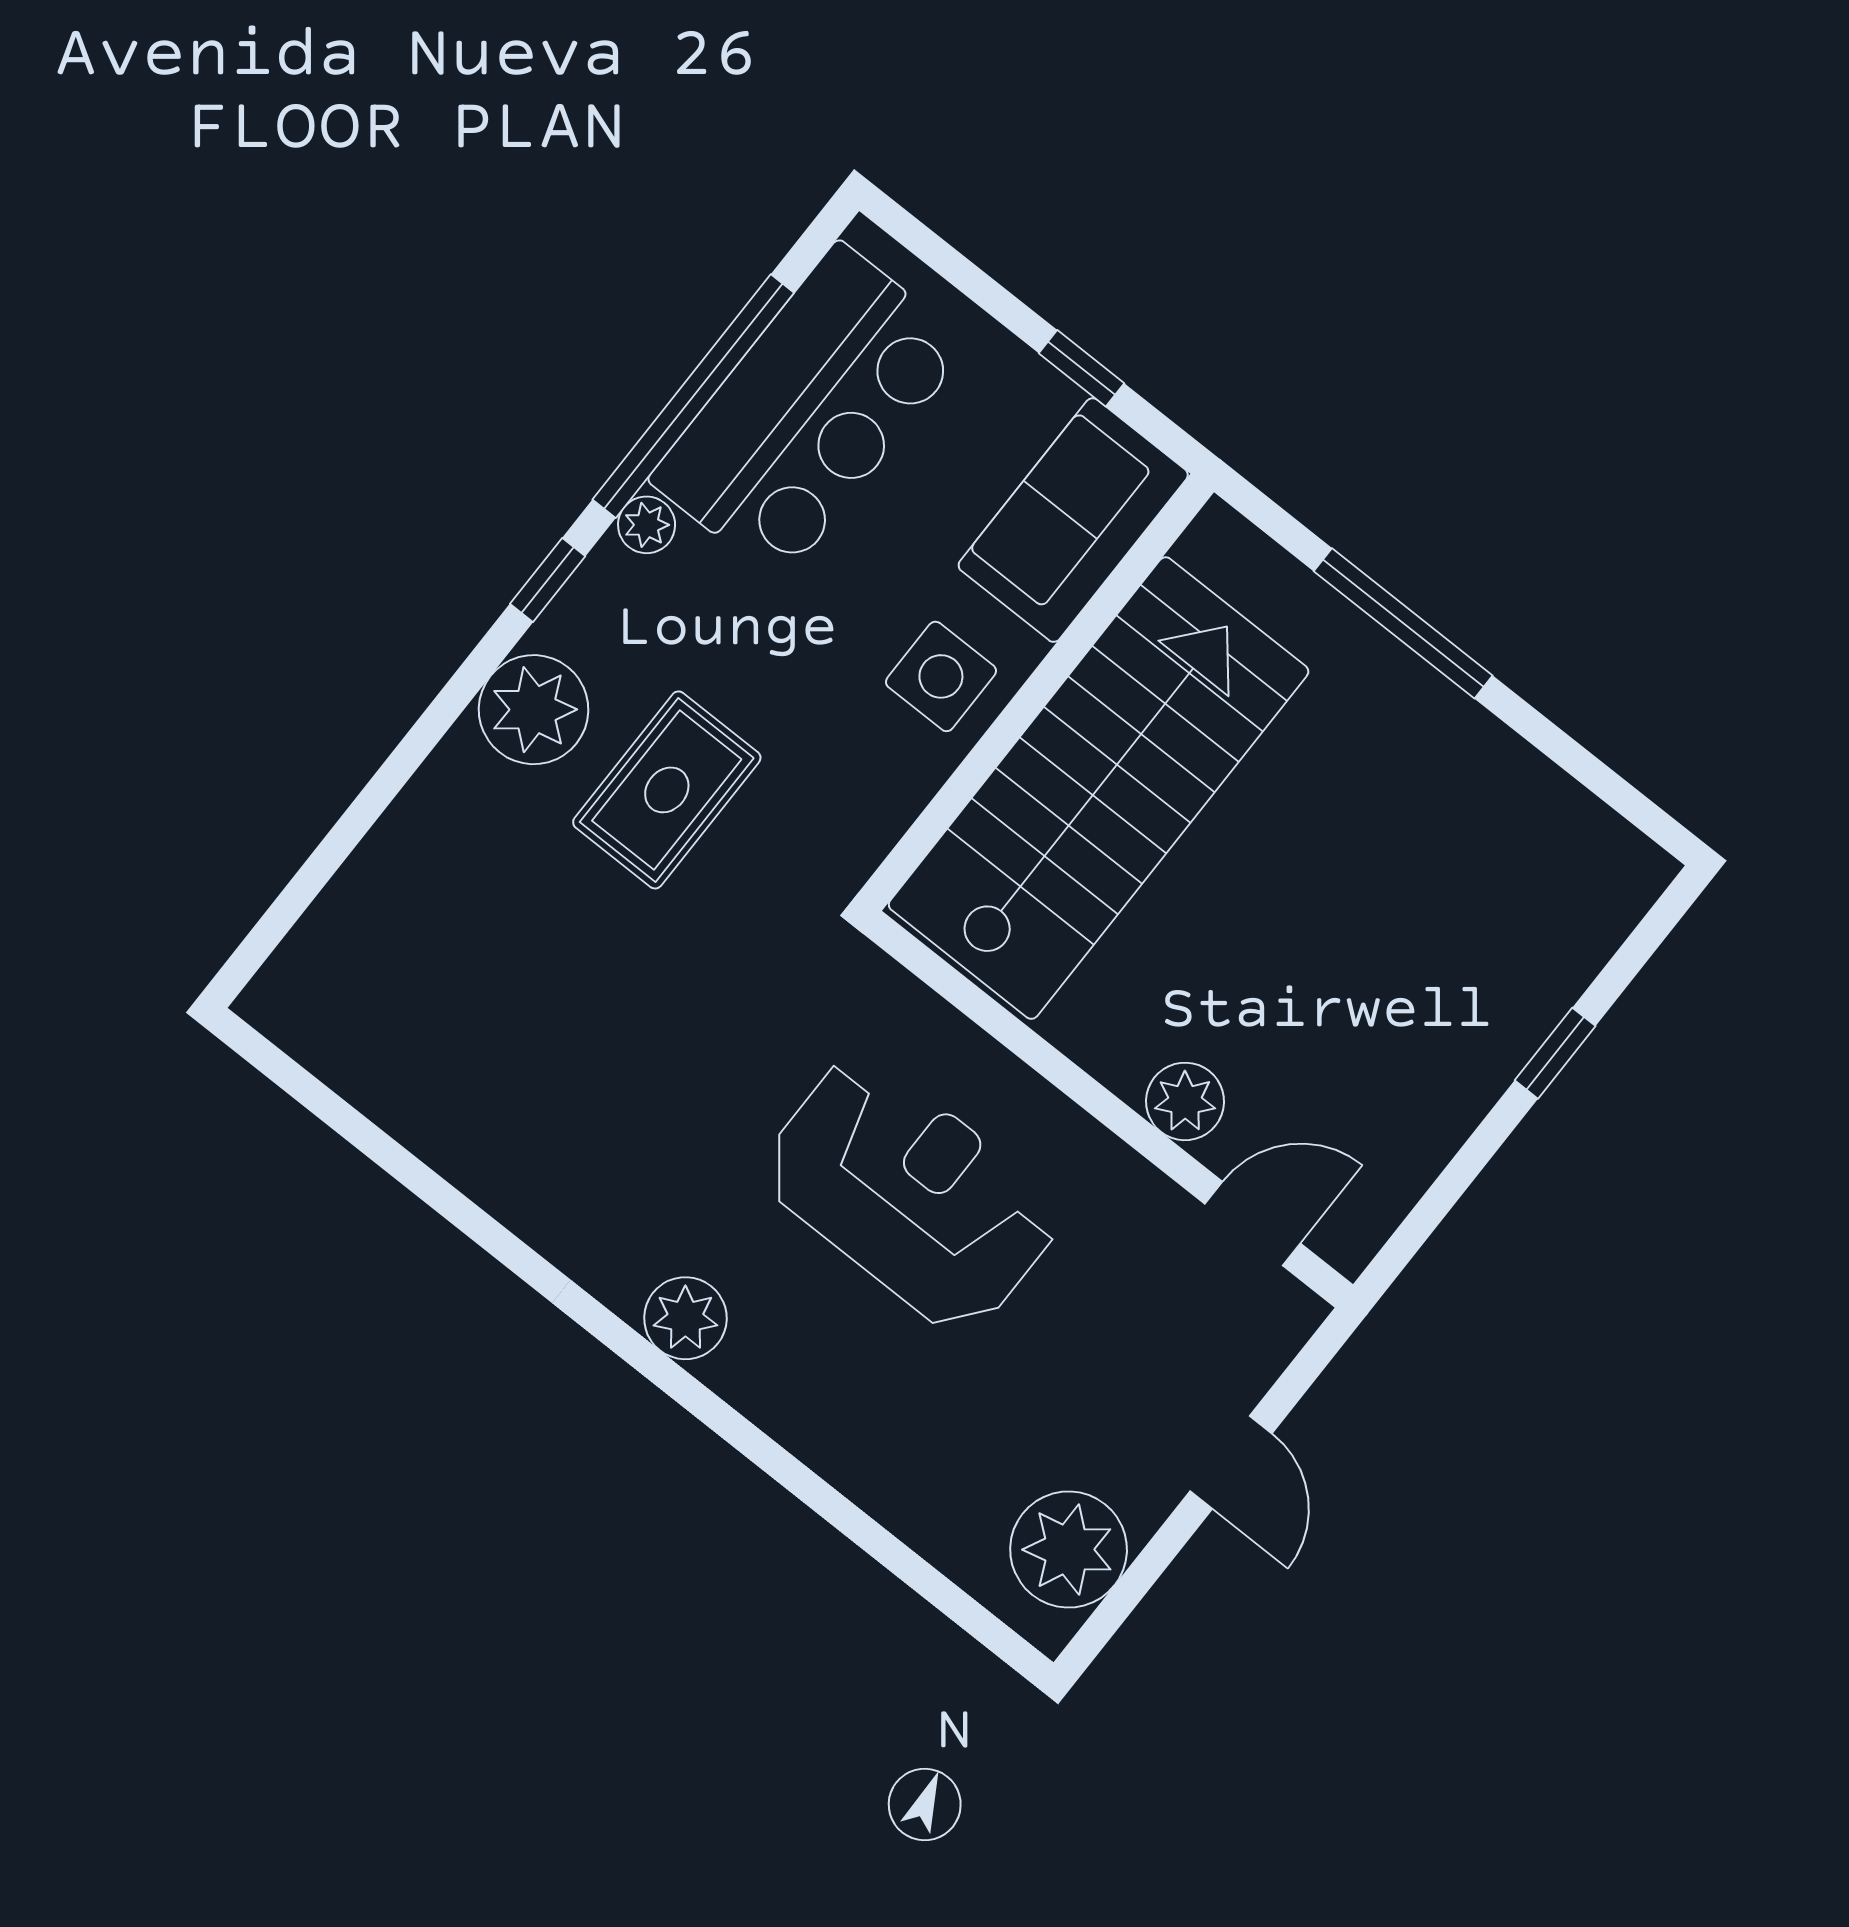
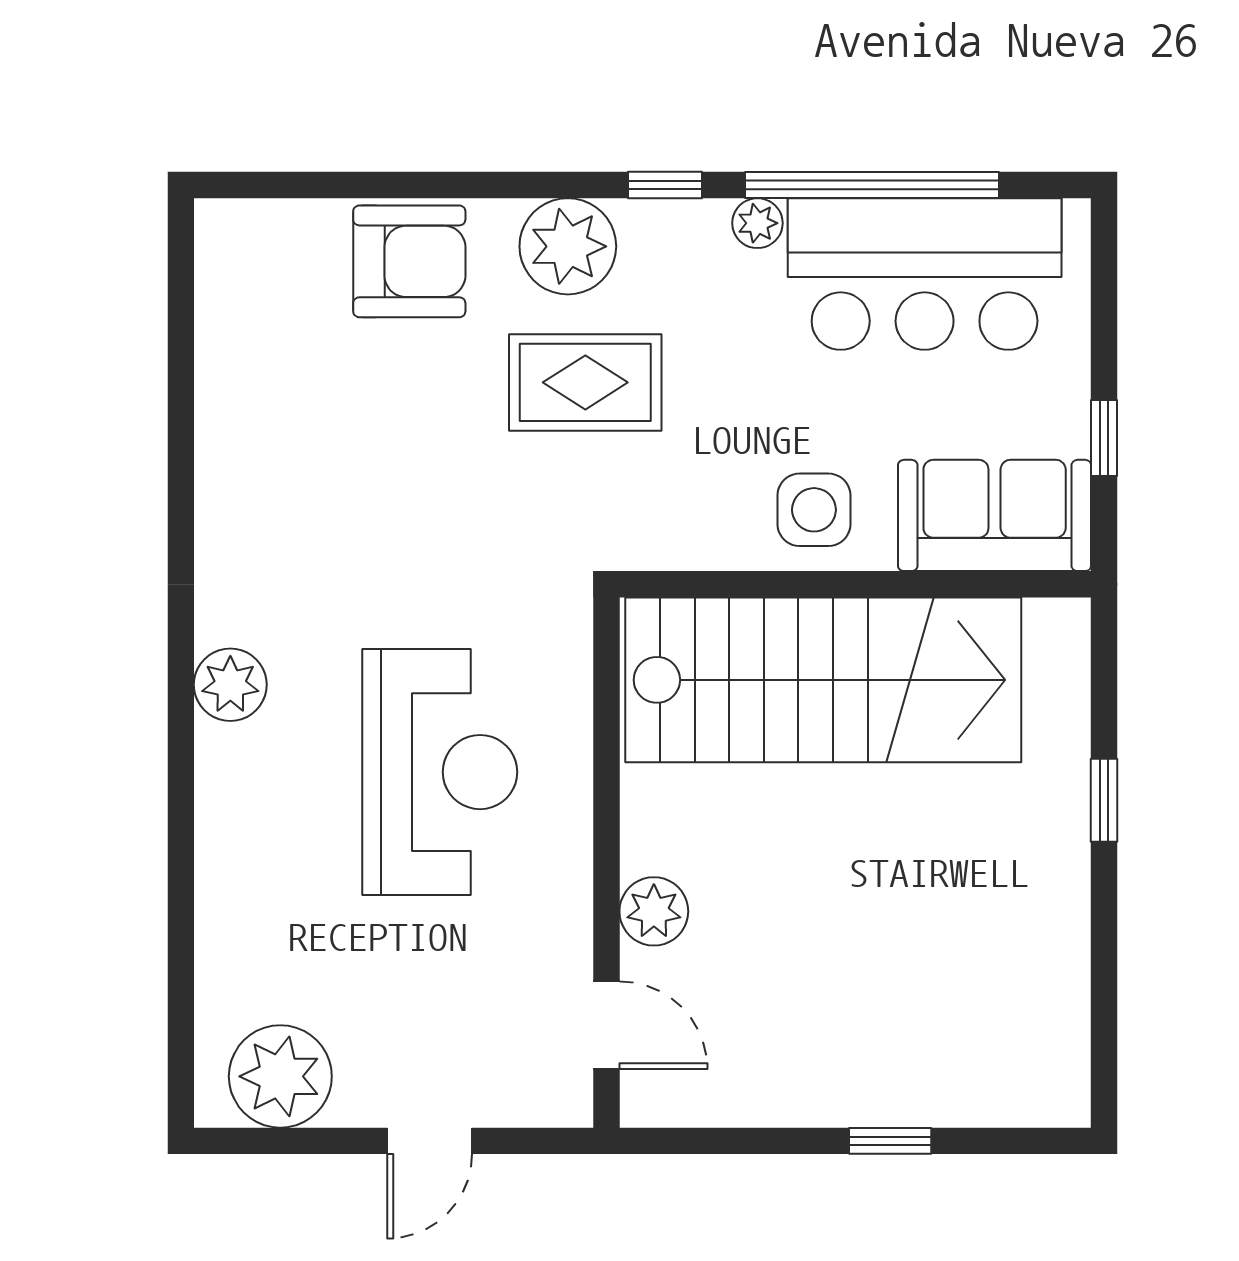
window: (1403, 623) -> (1104, 800), width x0.46
armchair: (435, 861) -> (409, 261), added

